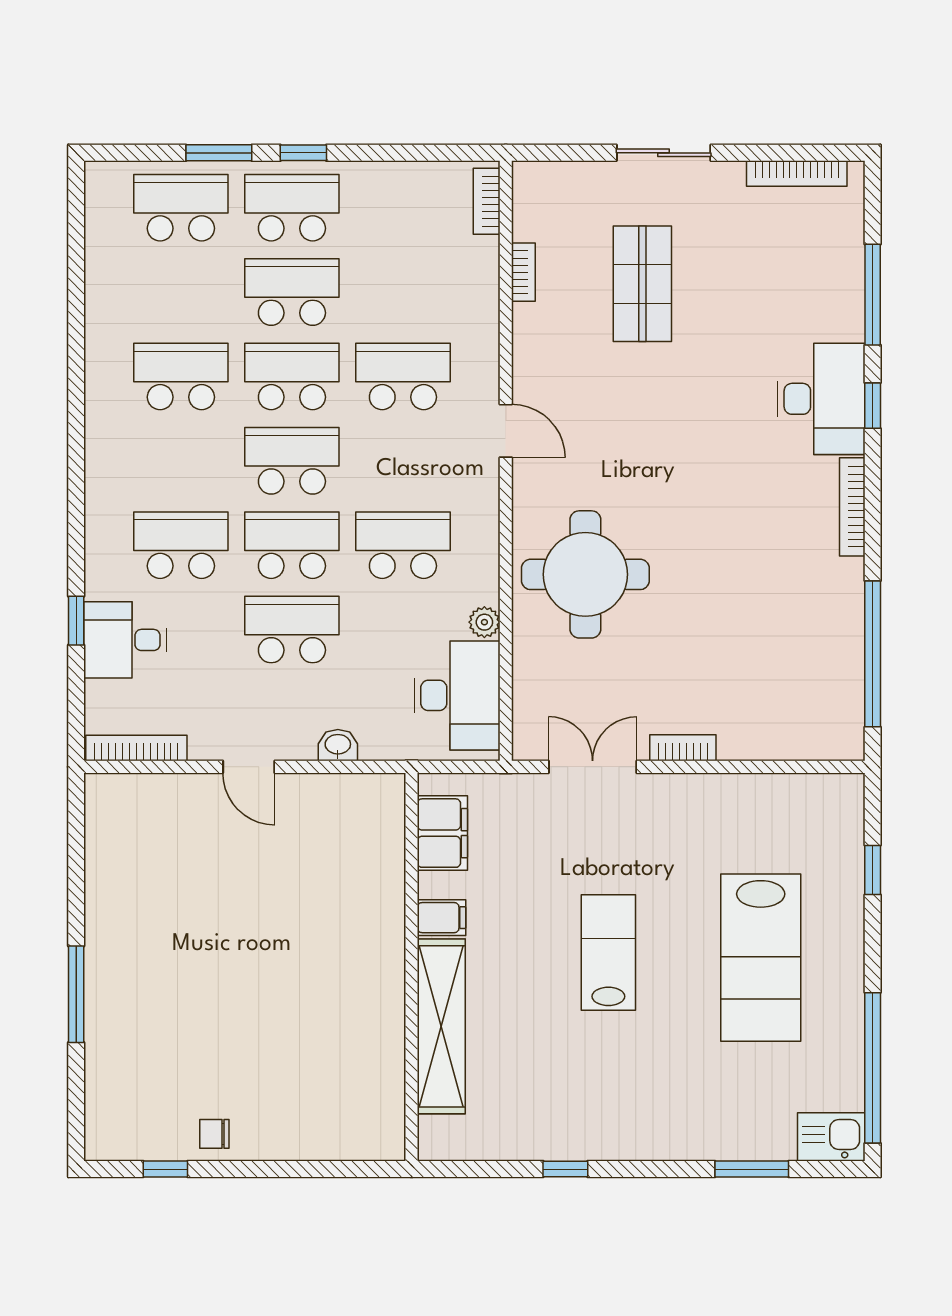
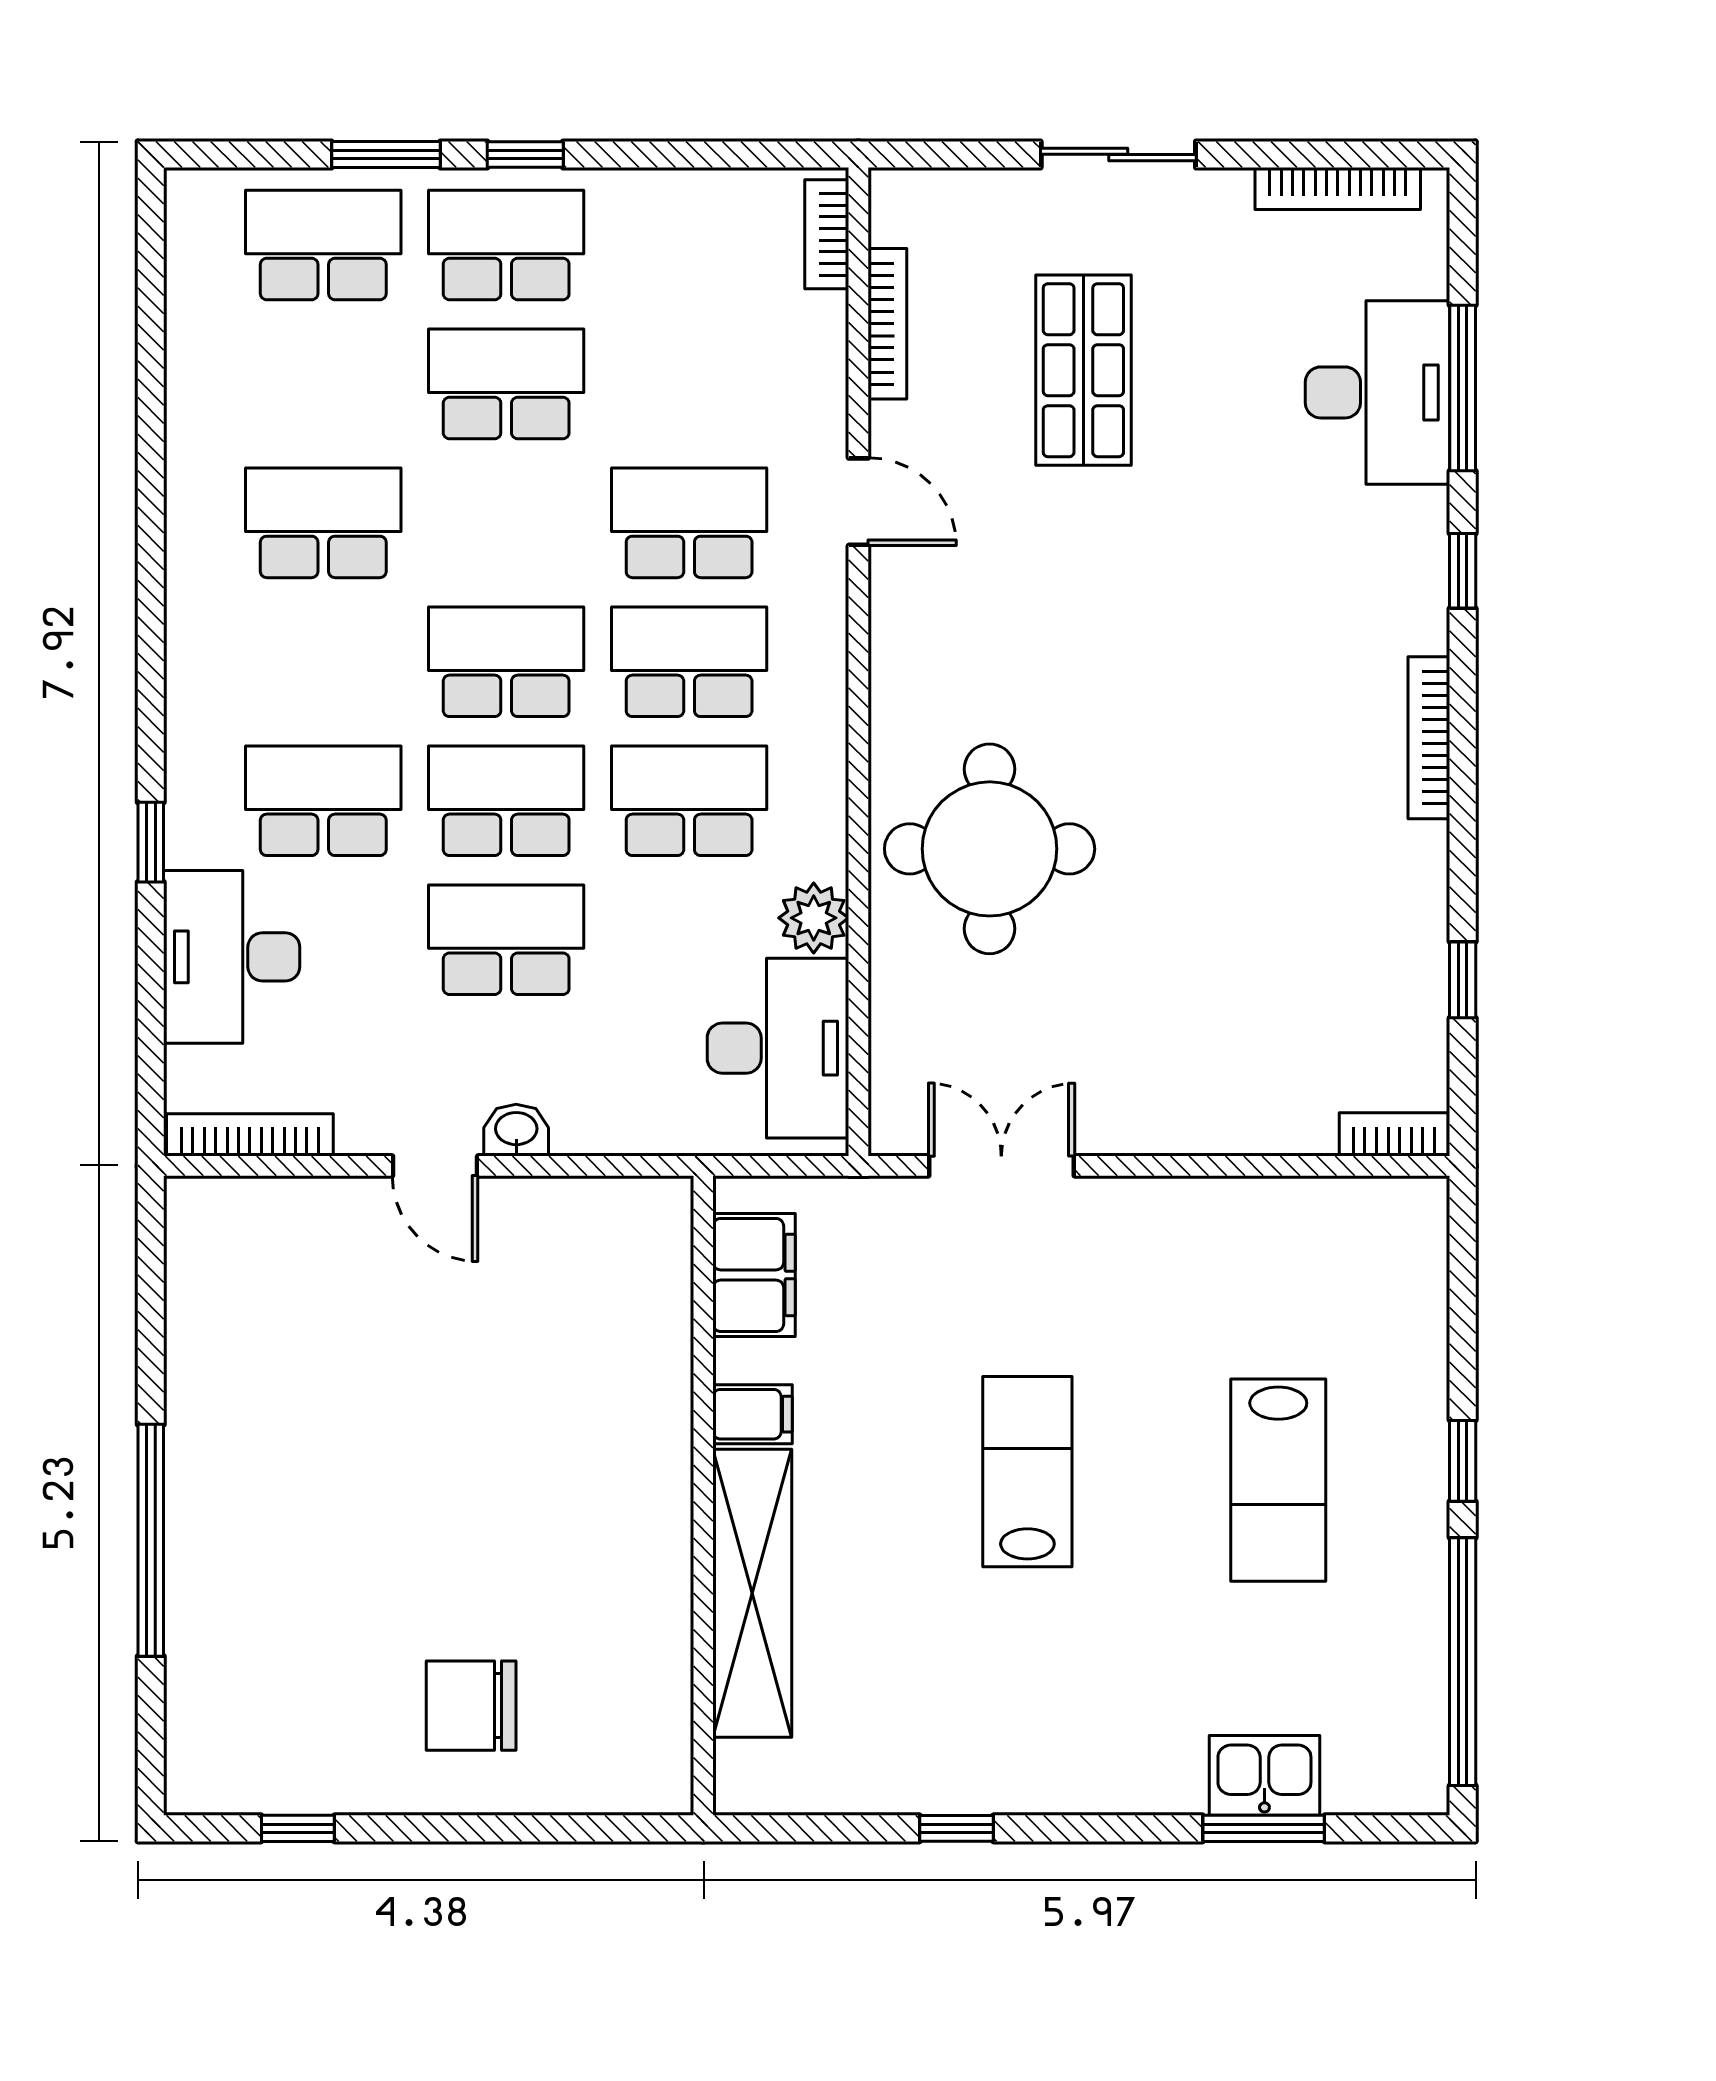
bookcase: (523, 272) -> (887, 324), width x1.56
school desk: (292, 376) -> (689, 662), moved
desk: (821, 399) -> (1378, 392), moved
door: (506, 431) -> (858, 502), moved
window: (76, 621) -> (151, 842), moved
plant: (484, 622) -> (814, 918), width x1.38, depth x1.38
desk: (125, 640) -> (232, 957), width x1.37
window: (873, 654) -> (1463, 980), width x0.32
washbasin: (338, 745) -> (516, 1130), moved
bookcase: (683, 748) -> (1394, 1134), moved
window: (873, 870) -> (1463, 1461), moved
lab bench: (761, 958) -> (1278, 1480), width x0.73, depth x0.72
window: (76, 994) -> (151, 1540), width x1.46
chair: (214, 1134) -> (471, 1706), moved, width x1.87, depth x1.87
kitchen sink: (831, 1137) -> (1264, 1775), moved

